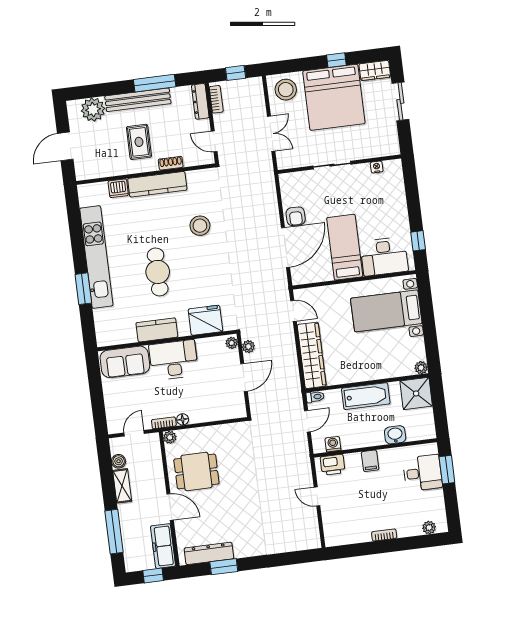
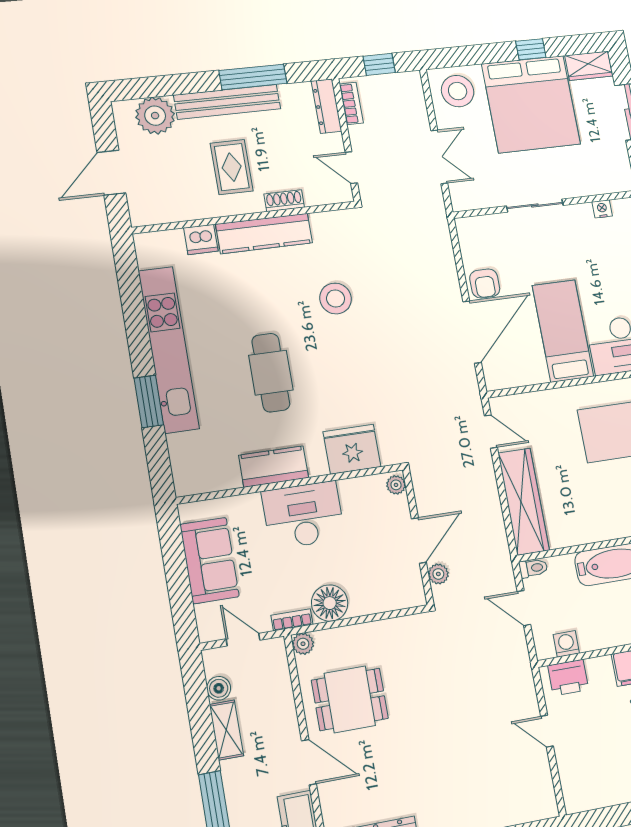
plant: (248, 347) -> (438, 574), moved
sofa: (125, 362) -> (210, 561), moved, turned -90
floor lamp: (183, 419) -> (330, 603), width x1.89, depth x1.89
door: (307, 421) -> (524, 608), swing flipped
door: (134, 433) -> (243, 640), hinge flipped

